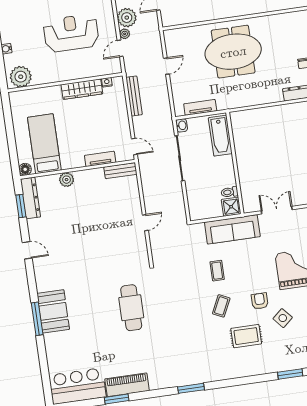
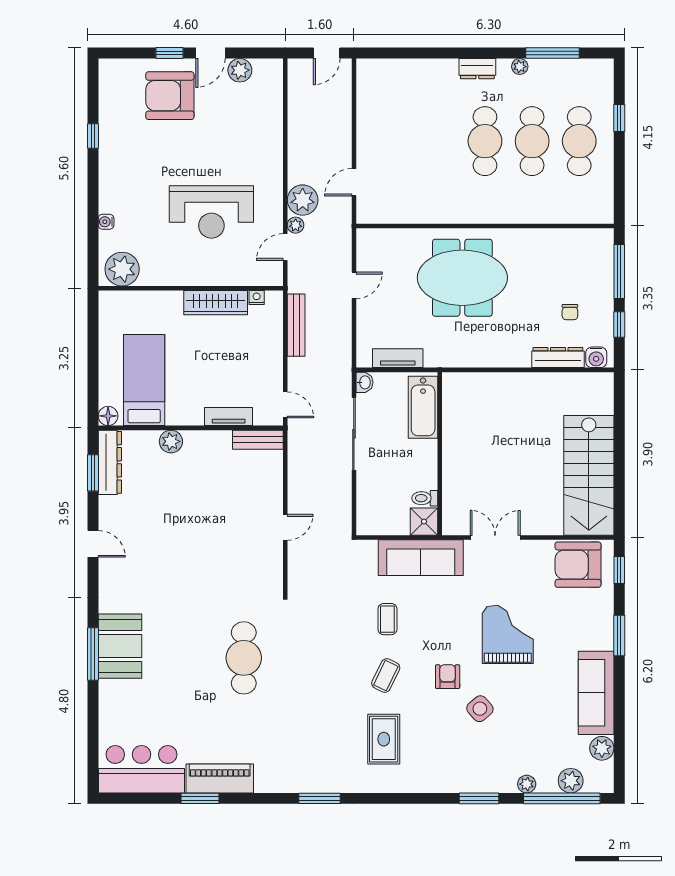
reception desk: (71, 33) -> (211, 212), turned 180
rug: (246, 336) -> (384, 739), moved, turned 90

